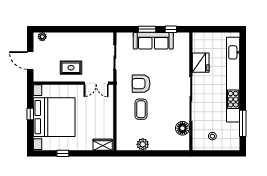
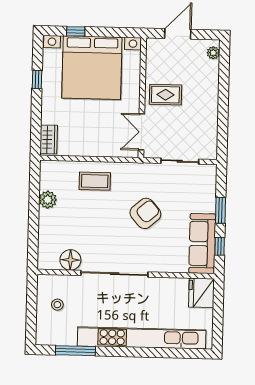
sofa: (153, 41) -> (202, 244), moved
fridge: (201, 63) -> (201, 293), moved, turned 90
rug: (71, 68) -> (165, 95), turned 90
armchair: (141, 84) -> (145, 213), moved, turned 49
coffee table: (141, 109) -> (95, 181), moved
window: (30, 114) -> (76, 31), moved

